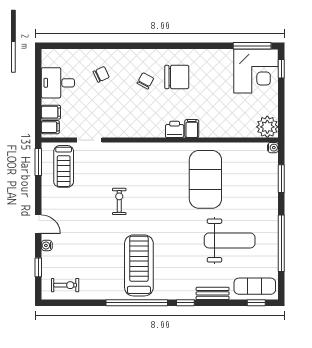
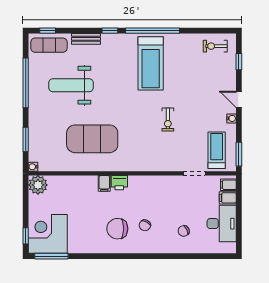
desk: (58, 83) -> (222, 224), width x1.37
exercise mat: (205, 179) -> (92, 139), turned 90
water cooler: (47, 245) -> (231, 118), moved

